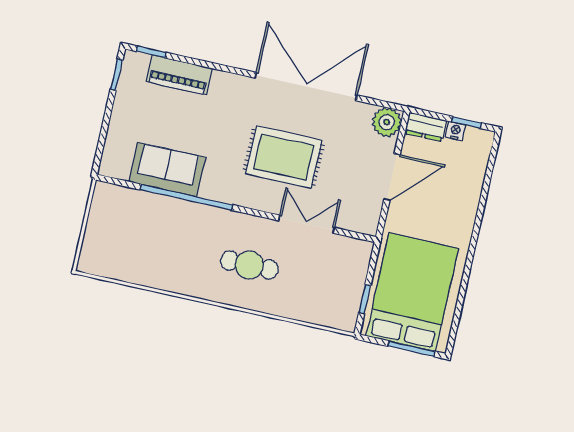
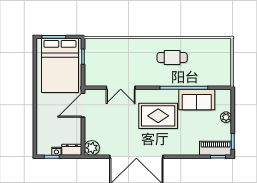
piano: (179, 75) -> (216, 148), moved
plant: (119, 124) -> (226, 117), added
rug: (284, 157) -> (158, 116), moved
door: (392, 177) -> (83, 105), moved
cafe table: (249, 265) -> (172, 57), moved

